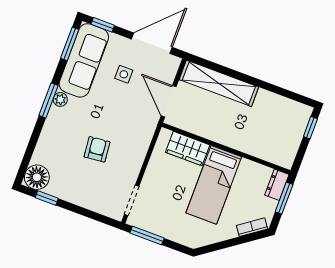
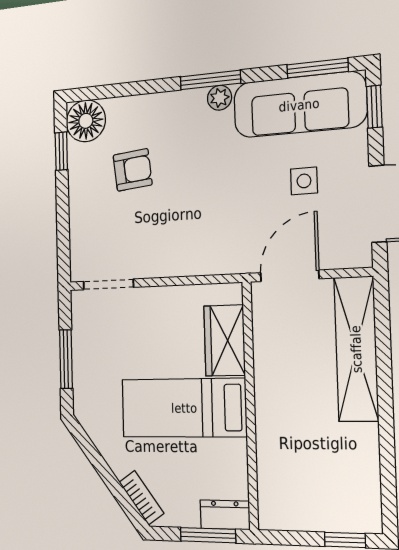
armchair: (97, 149) -> (133, 170), moved
window: (147, 235) -> (66, 359), moved

